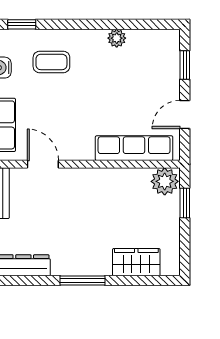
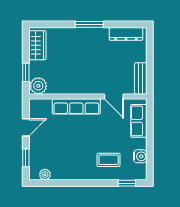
plant: (117, 38) -> (45, 175), moved
row of seats: (134, 148) -> (76, 106), moved
wardrobe: (136, 262) -> (37, 45), moved, turned -90

